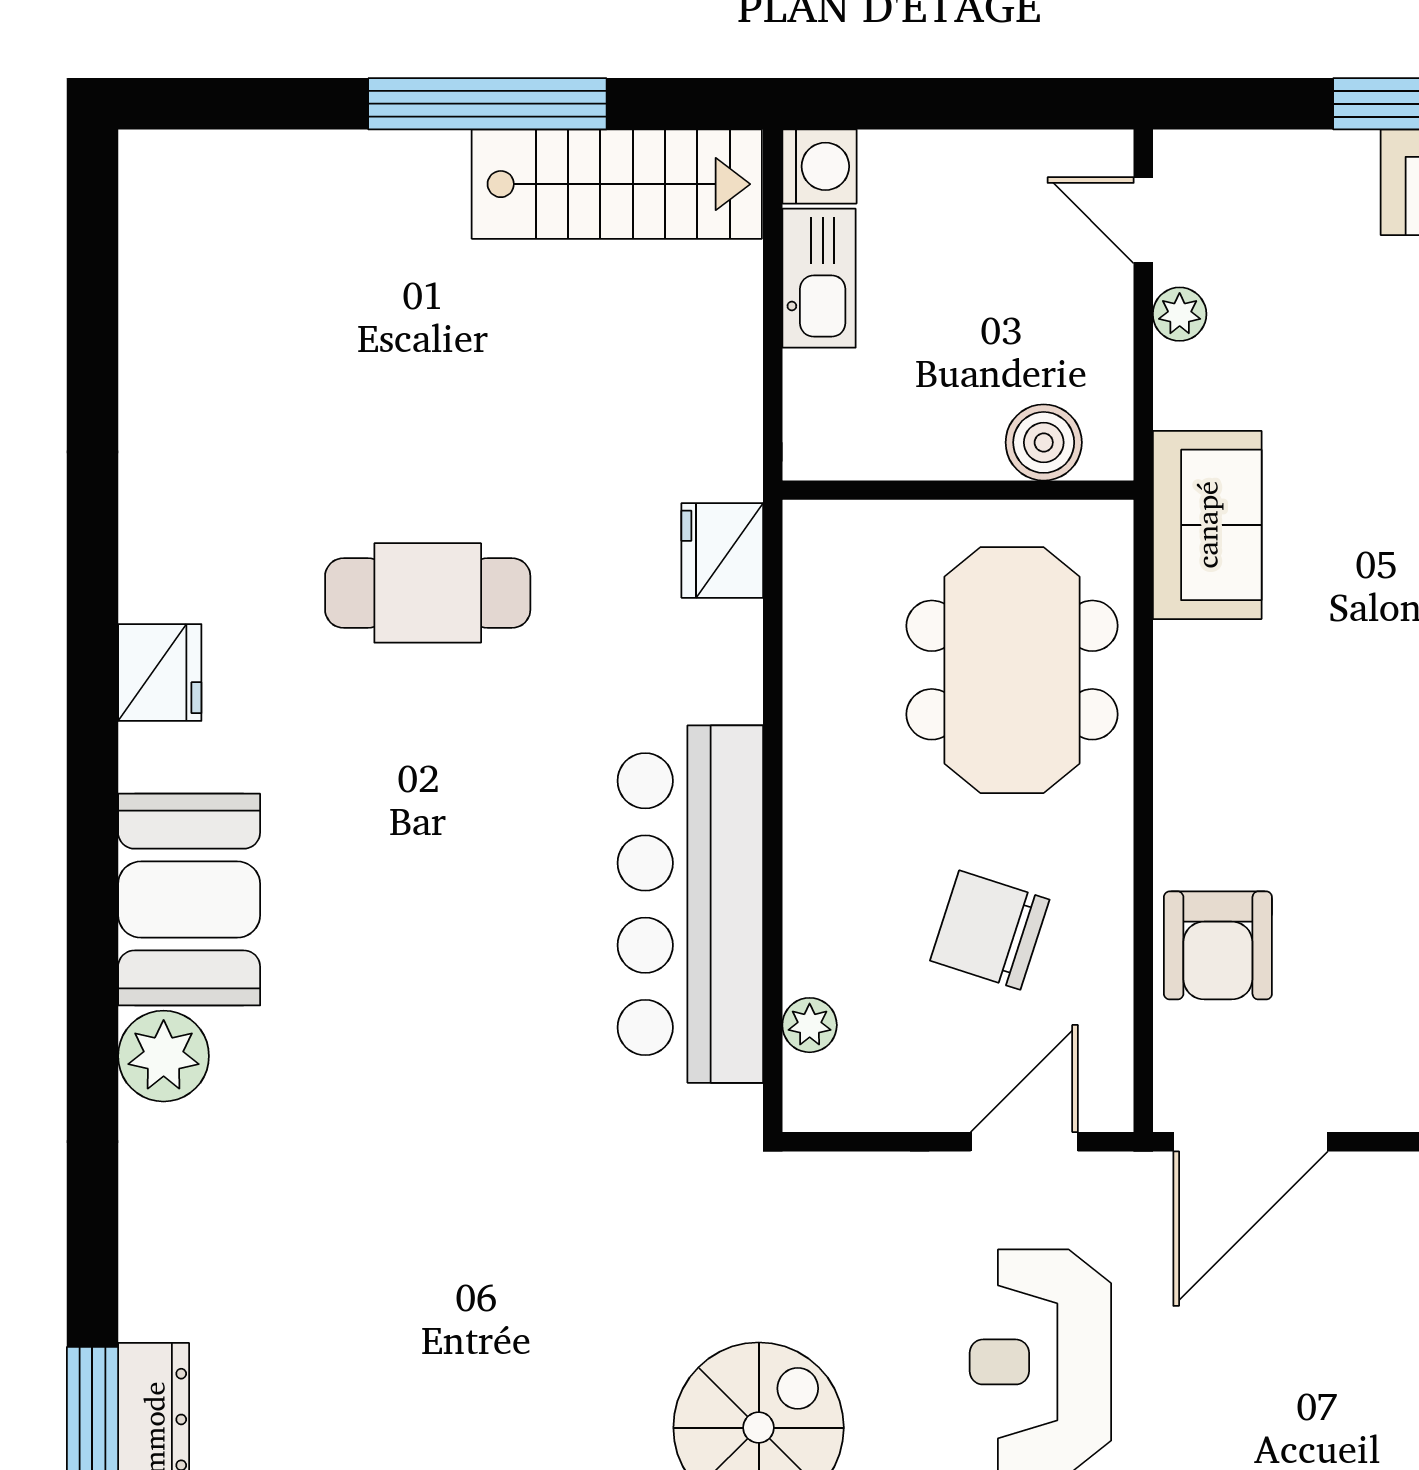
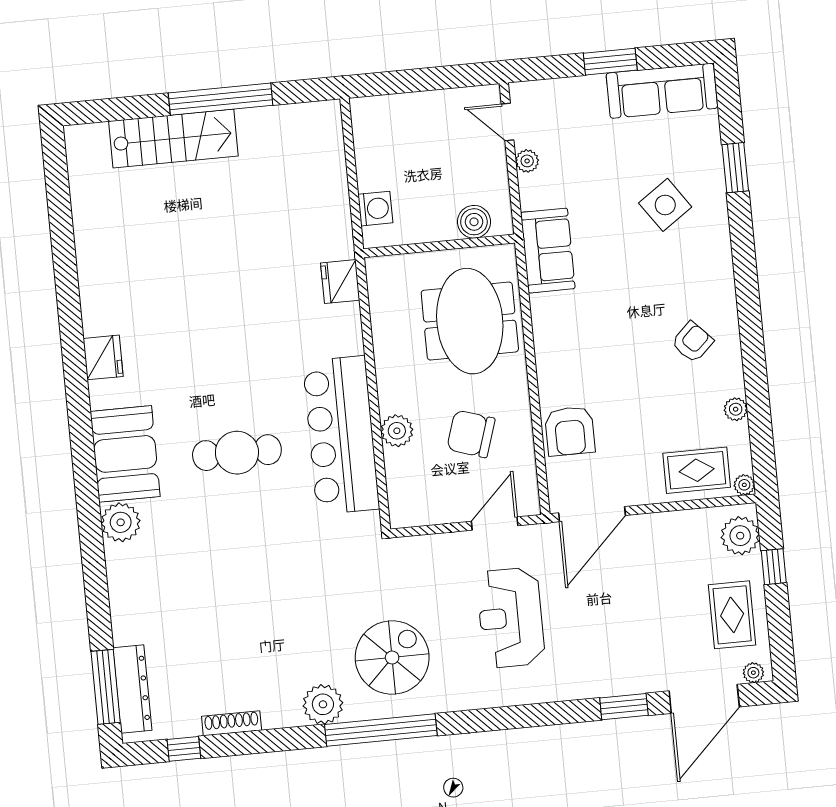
washing machine: (819, 166) -> (375, 209), moved
stairs: (617, 184) -> (173, 139), moved
kitchen sink: (819, 278) -> (370, 160), removed
cafe table: (428, 593) -> (237, 453), moved
plant: (810, 1025) -> (397, 431), moved, width x1.38, depth x1.38

